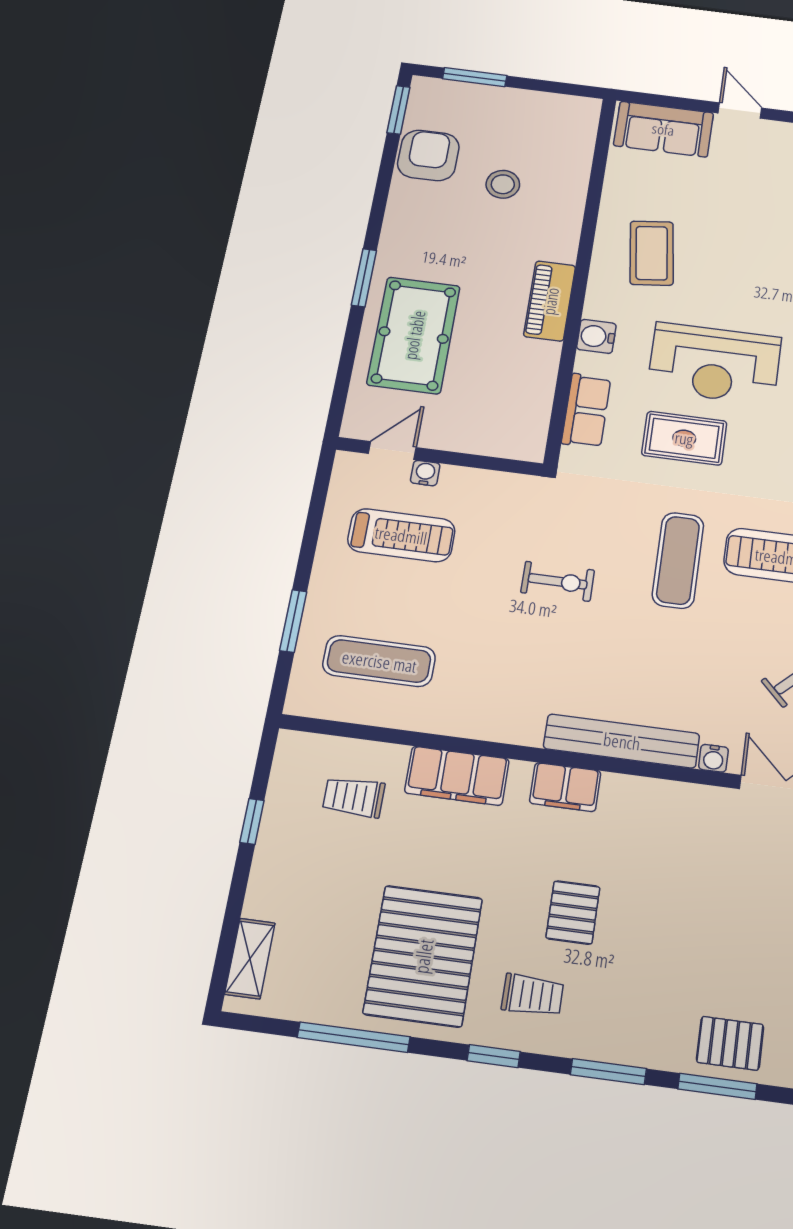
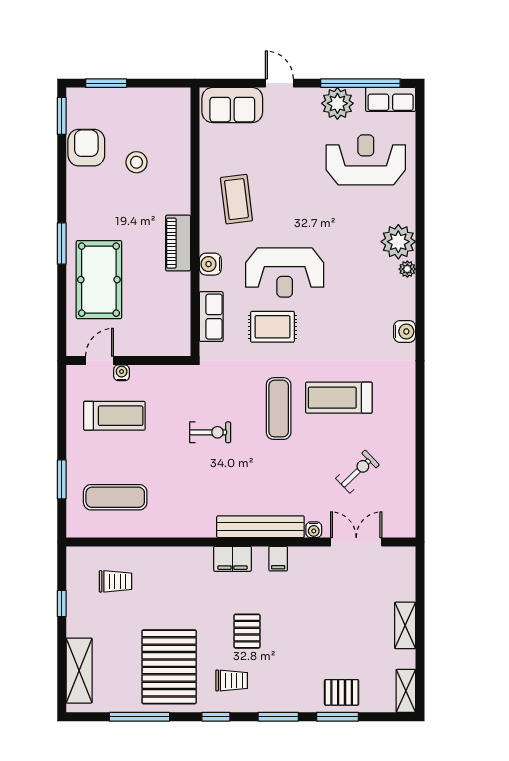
filing cabinet: (457, 776) -> (278, 559), moved, width x0.33, depth x0.86
trolley: (354, 797) -> (115, 581), turned 180
shelving: (250, 959) -> (79, 671), width x1.50, depth x1.33

